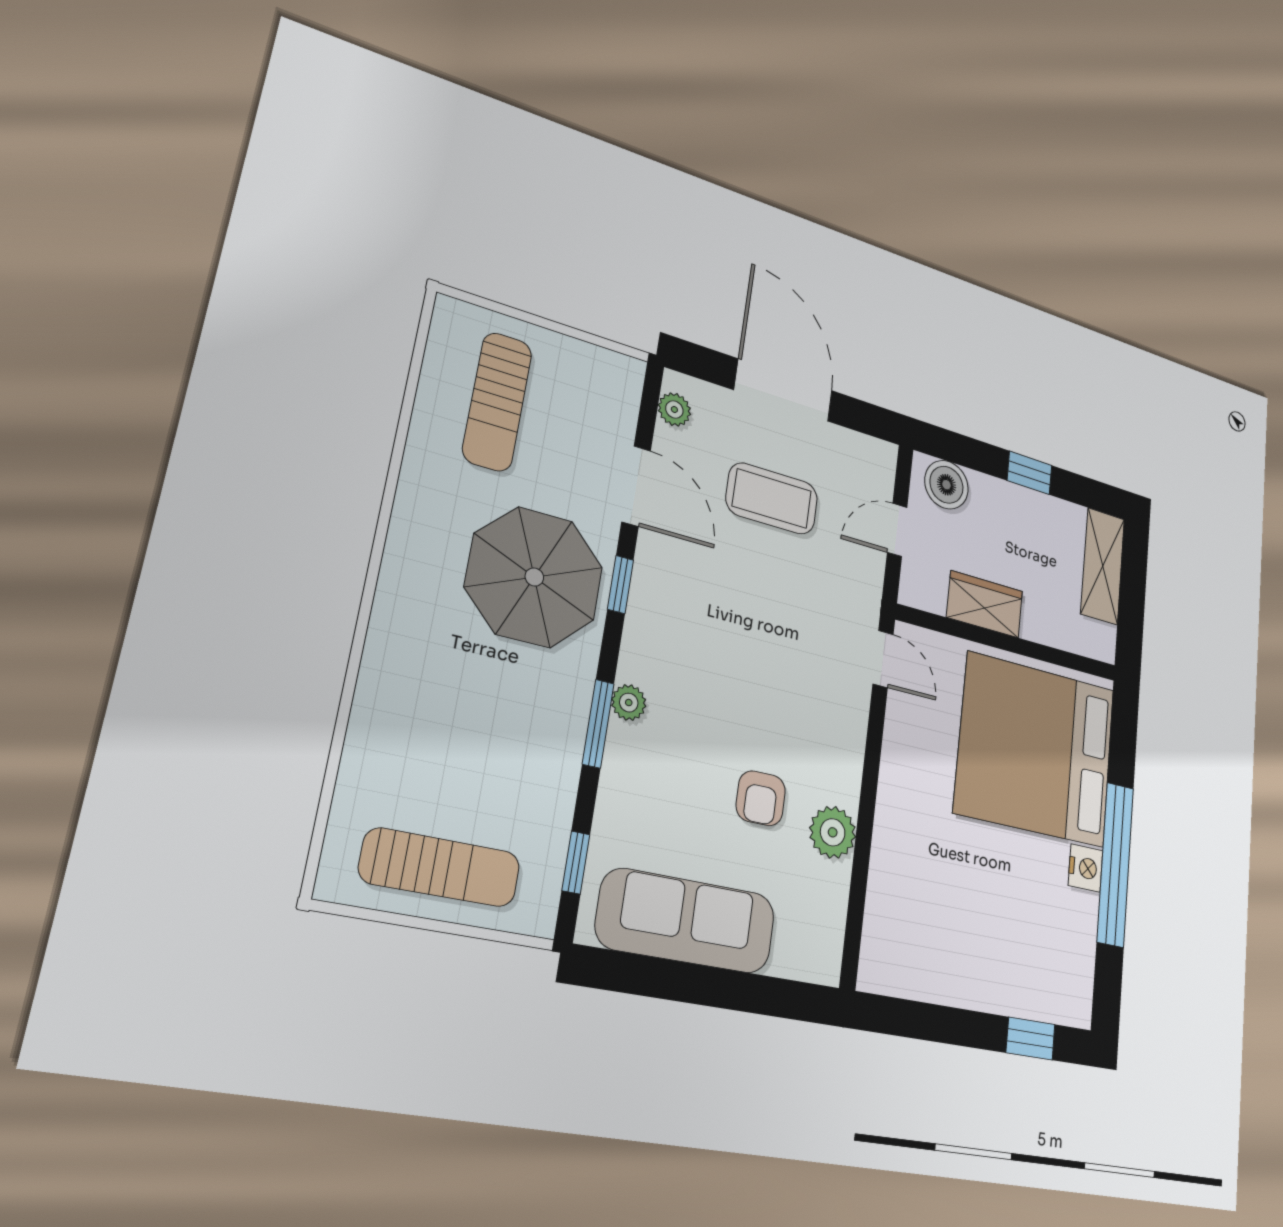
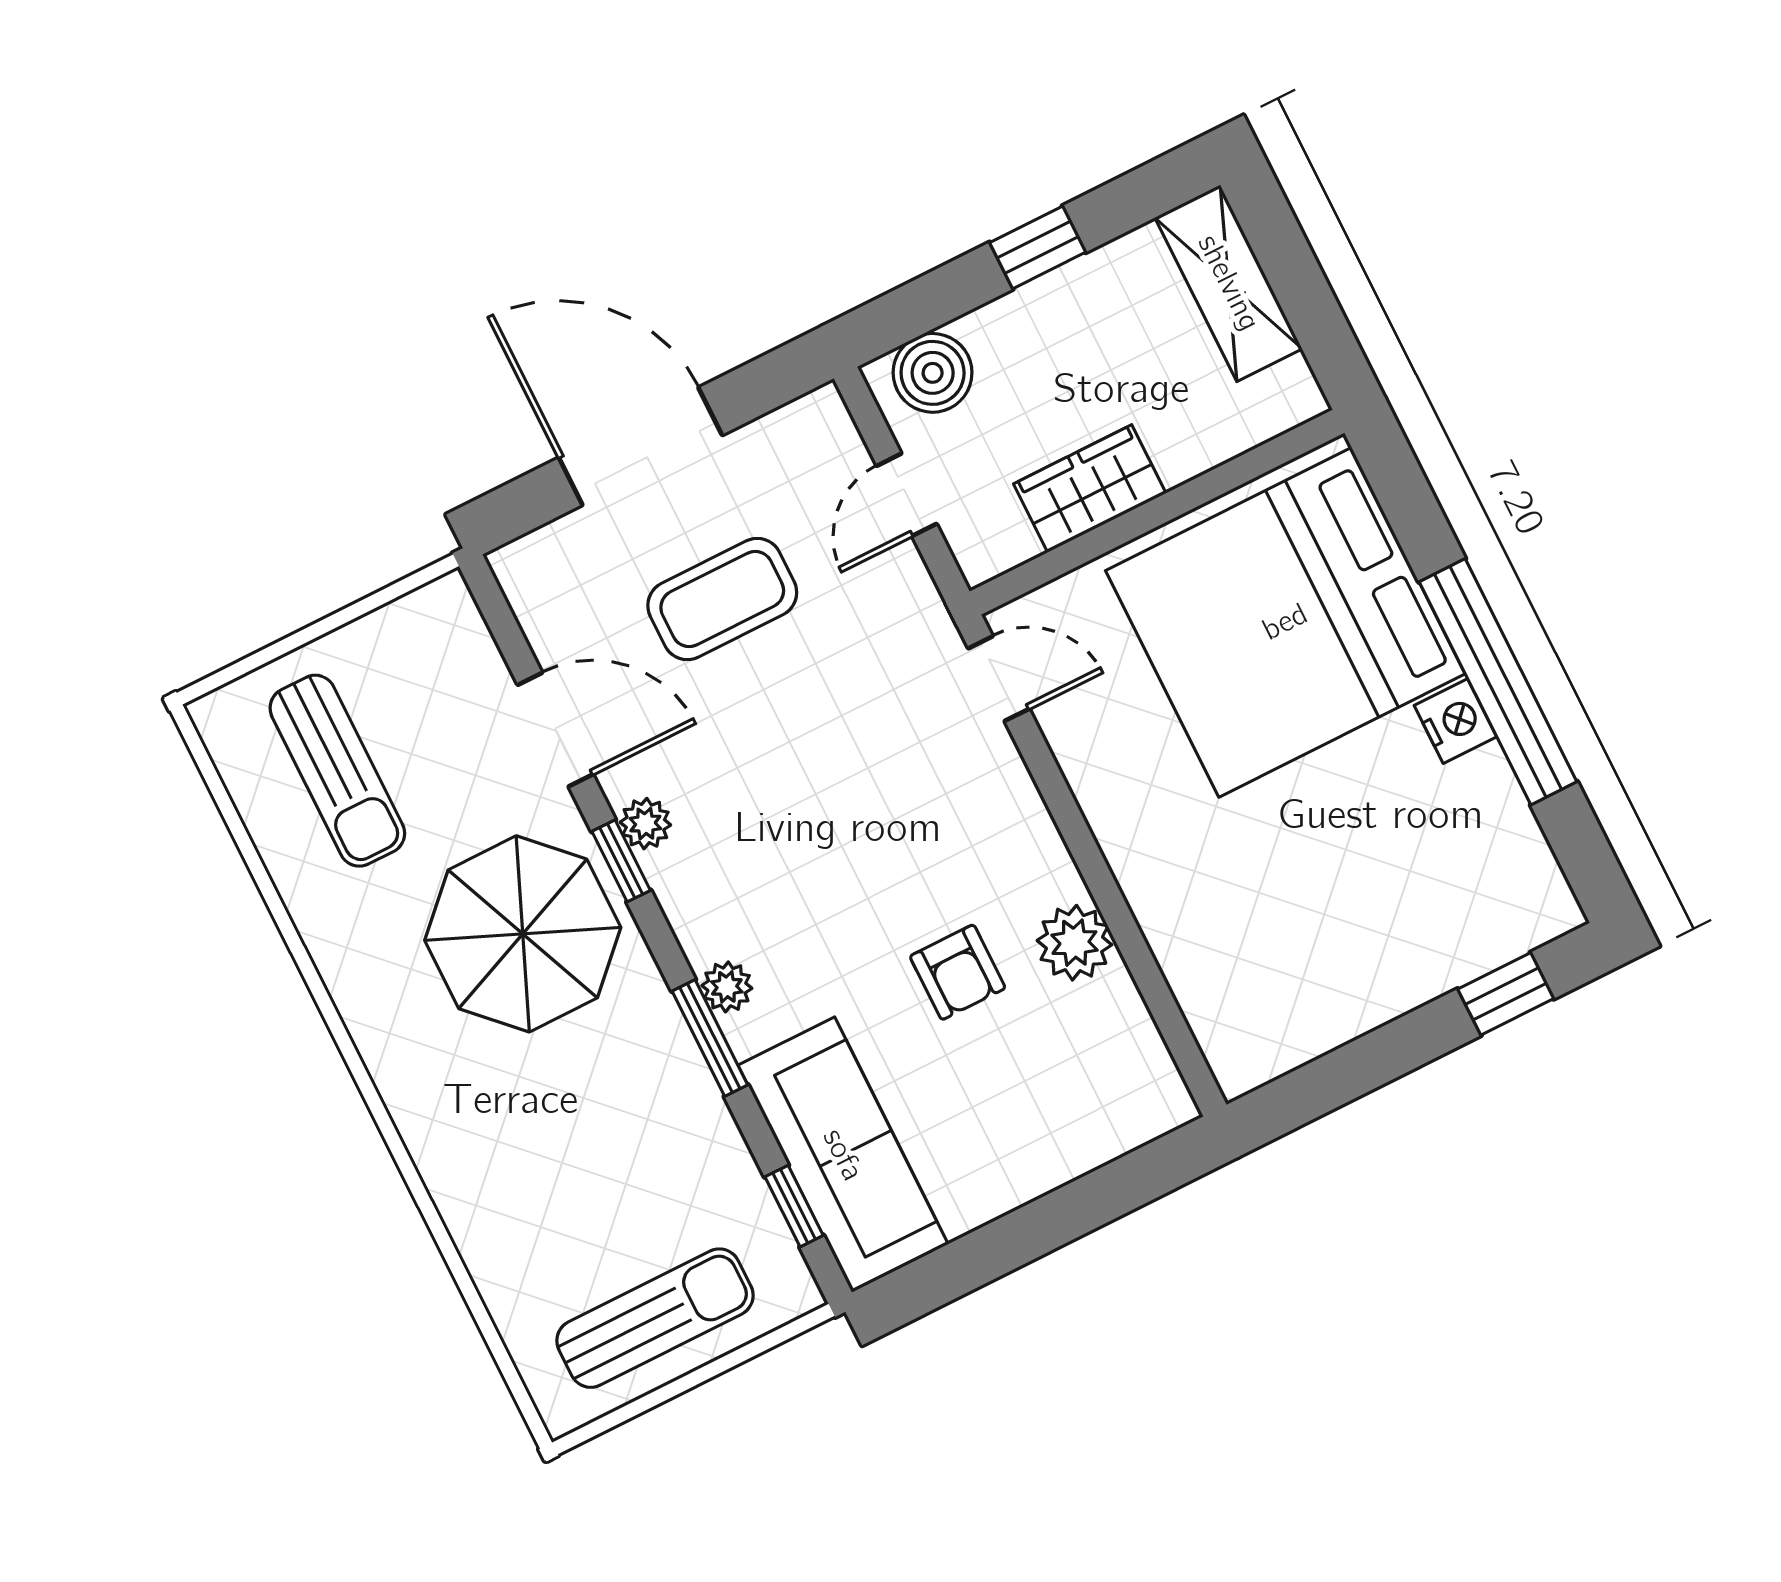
plant: (674, 410) -> (645, 824), moved
sofa: (686, 921) -> (843, 1155), moved, turned 90

